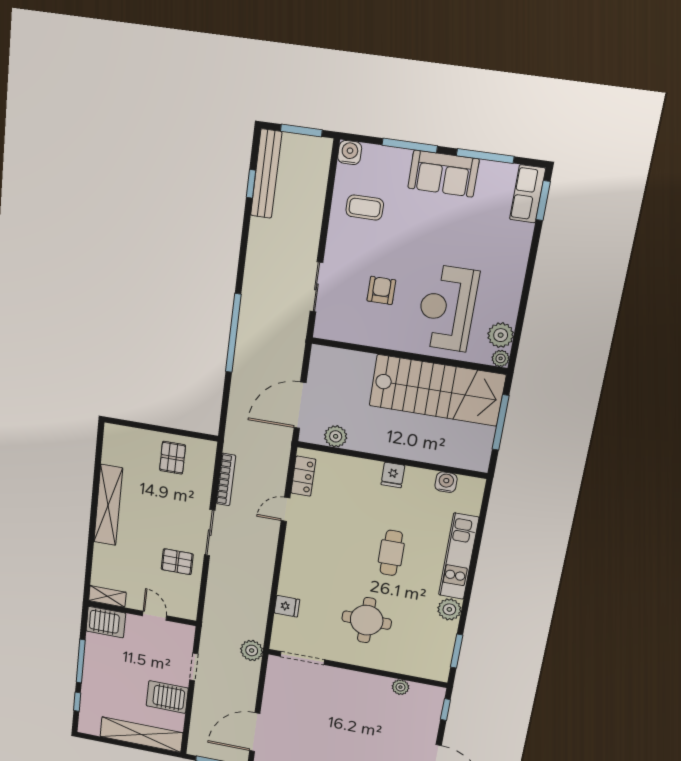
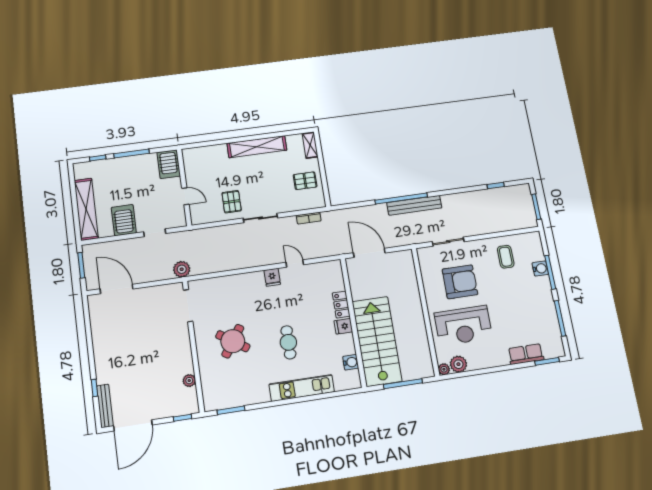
water cooler: (350, 153) -> (540, 269), moved
bench: (266, 174) -> (414, 205), moved
sofa: (443, 174) -> (541, 297), removed
row of seats: (528, 194) -> (526, 354), moved
armchair: (381, 290) -> (460, 282), width x1.88, depth x1.88
reception desk: (447, 308) -> (463, 325), turned 180
stairs: (437, 390) -> (377, 341), moved, turned 180
plant: (336, 436) -> (357, 281), removed
locker: (303, 476) -> (341, 305), moved, turned 90
bookcase: (226, 480) -> (309, 218), width x0.64
cafe table: (391, 553) -> (288, 342), turned 90
shelving: (107, 596) -> (310, 145), moved
fridge: (287, 606) -> (272, 277), moved
plant: (449, 609) -> (261, 395), removed
door: (155, 616) -> (185, 196), hinge flipped
round table: (367, 620) -> (233, 341), turned 34

